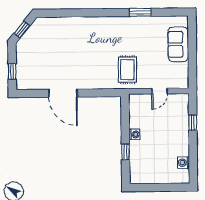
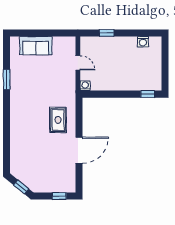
rug: (127, 70) -> (58, 120), moved, turned 90
washing machine: (135, 134) -> (85, 86), moved
window: (125, 152) -> (148, 94), moved

